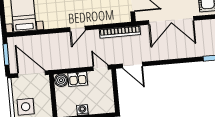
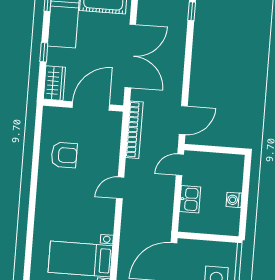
door: (77, 29) -> (120, 188), swing flipped
boiler: (61, 80) -> (188, 223), removed

